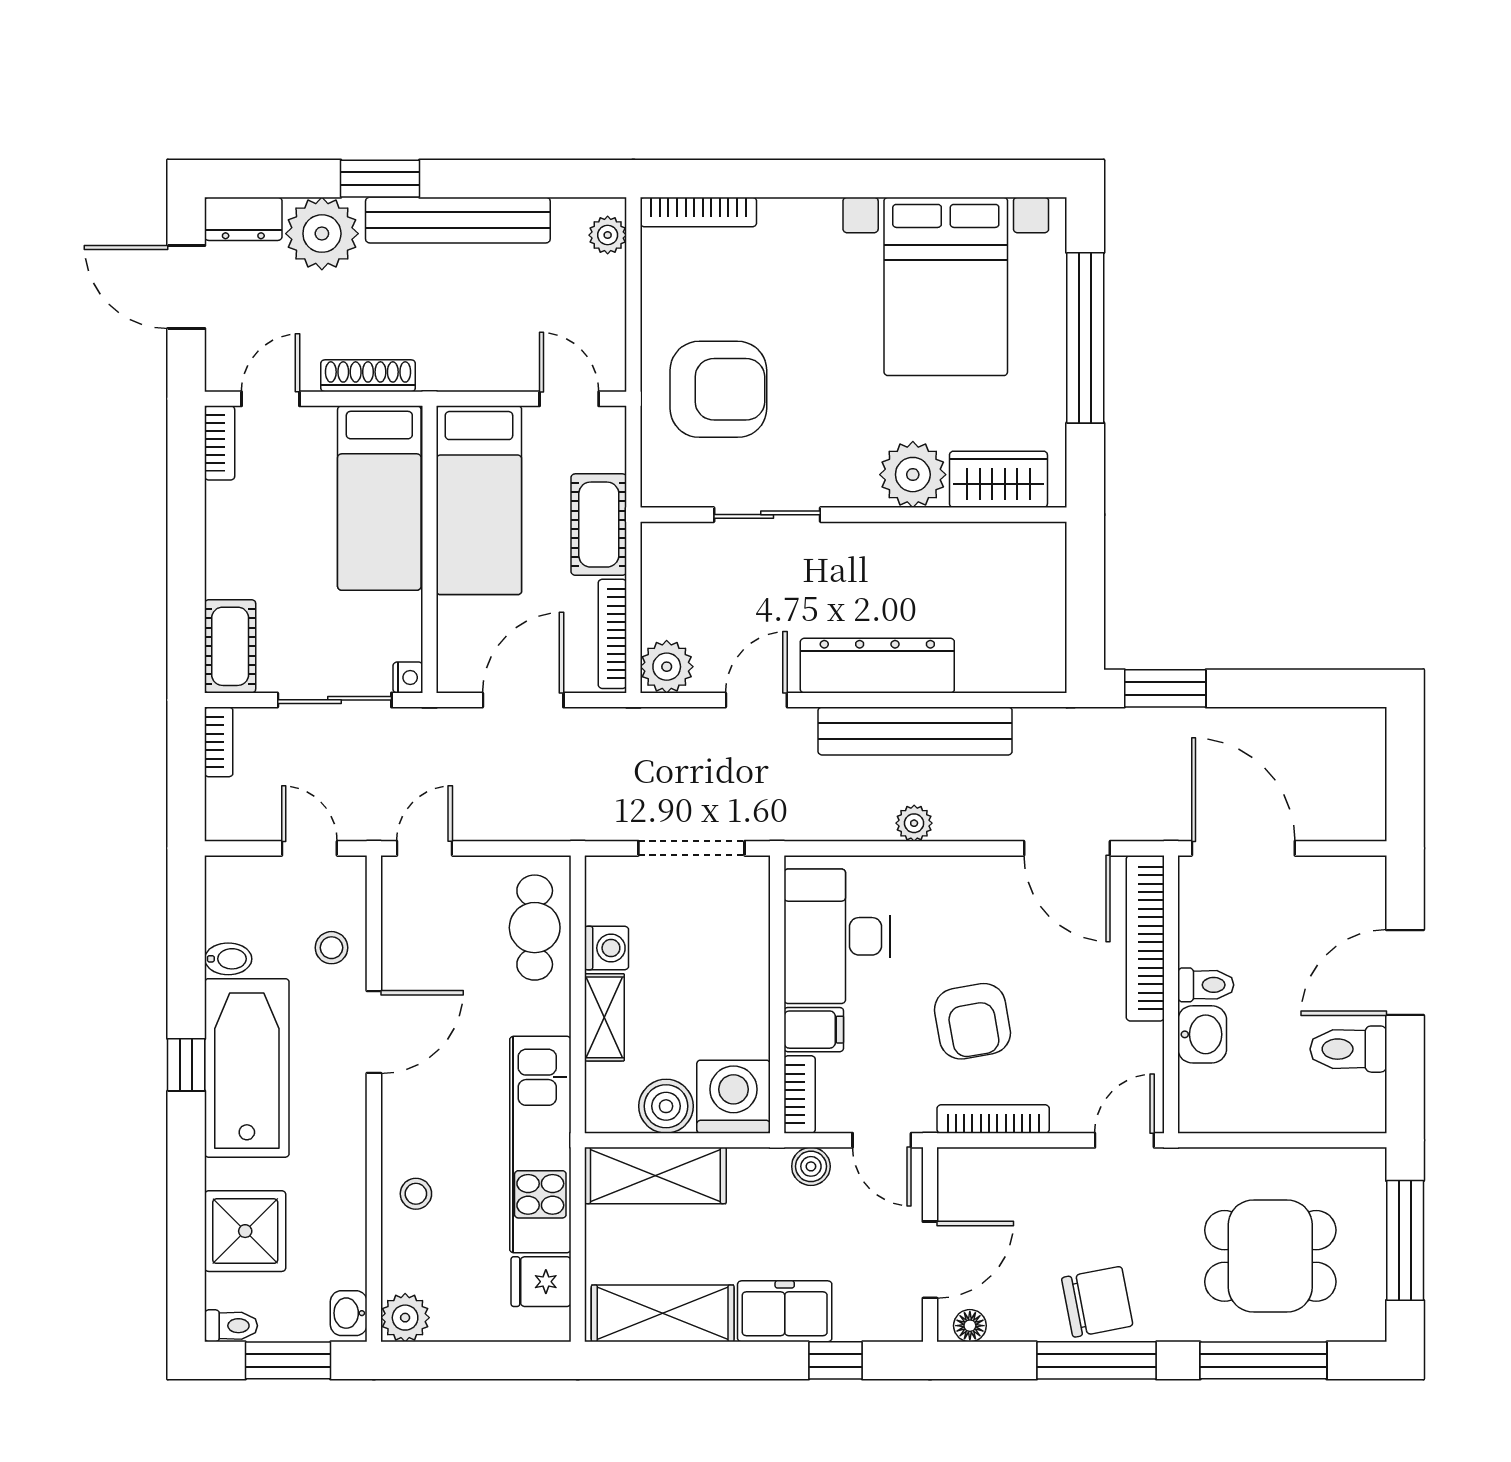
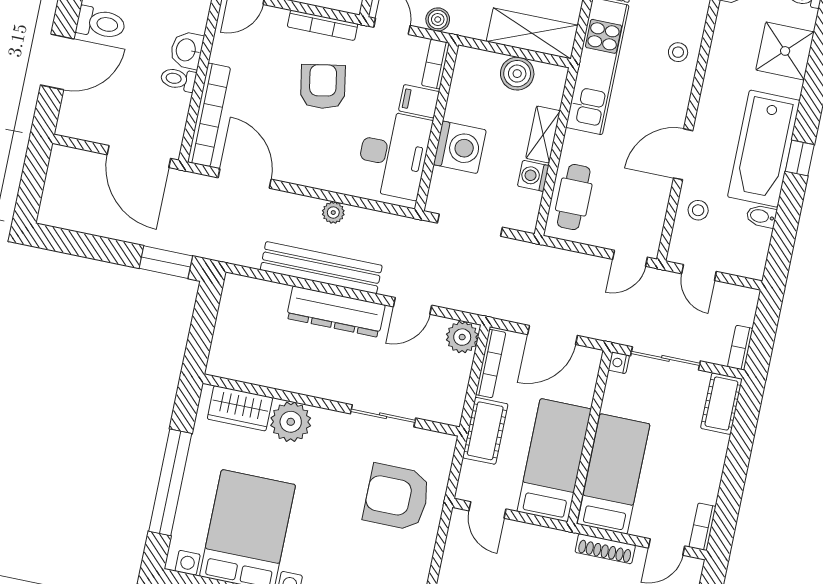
washing machine: (733, 1097) -> (460, 147), moved, turned -90

